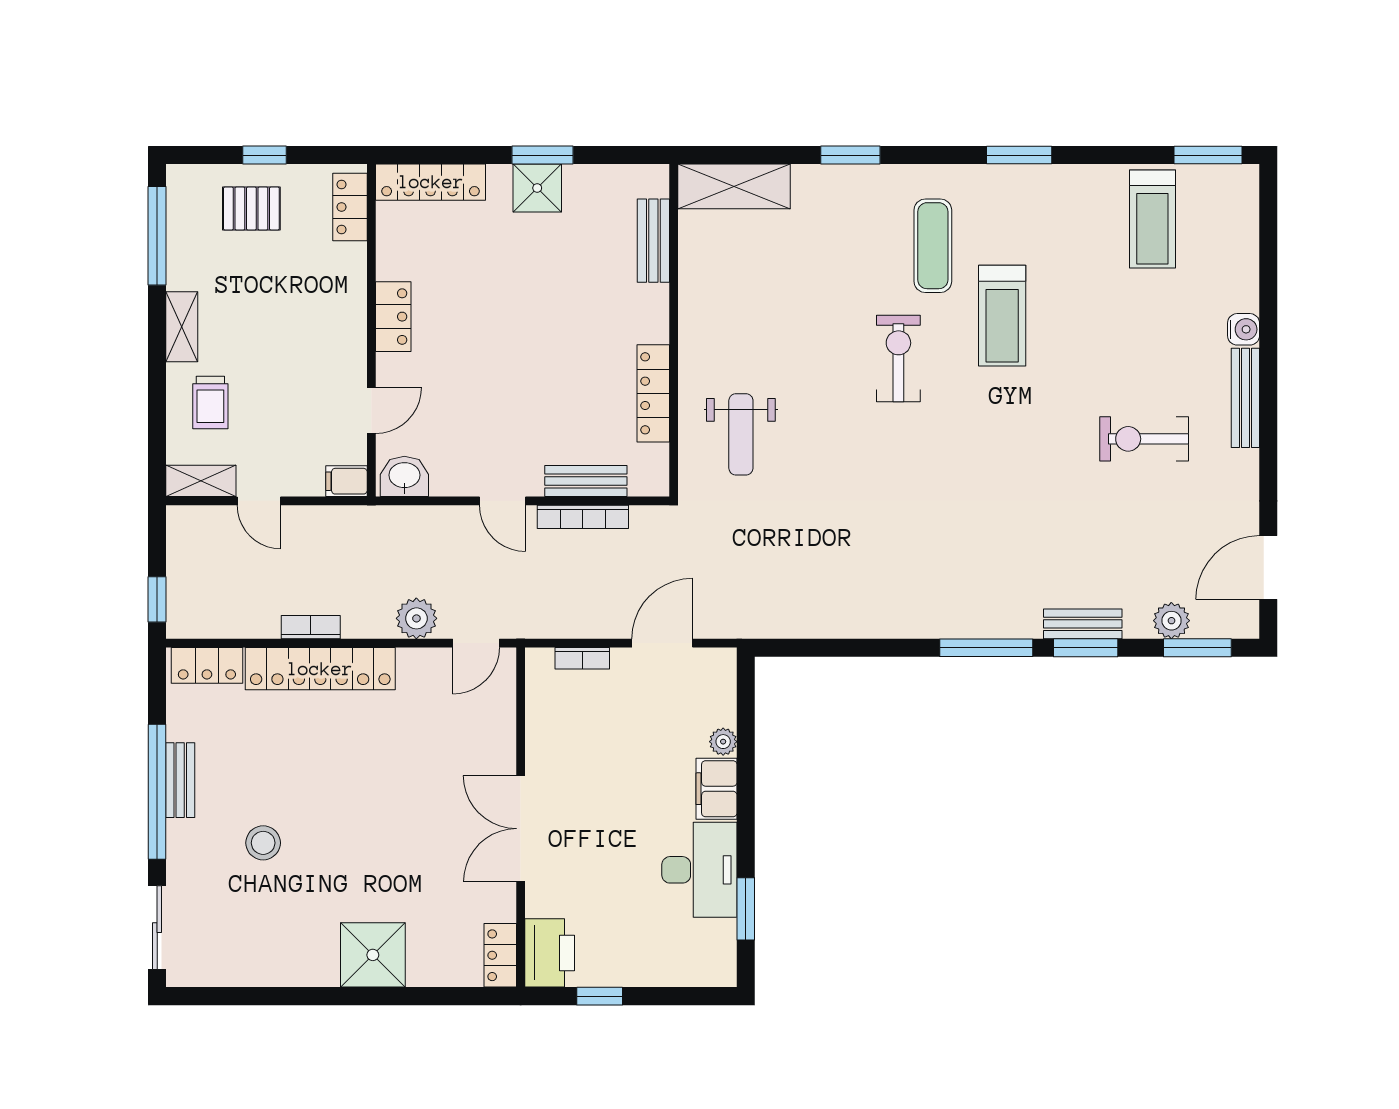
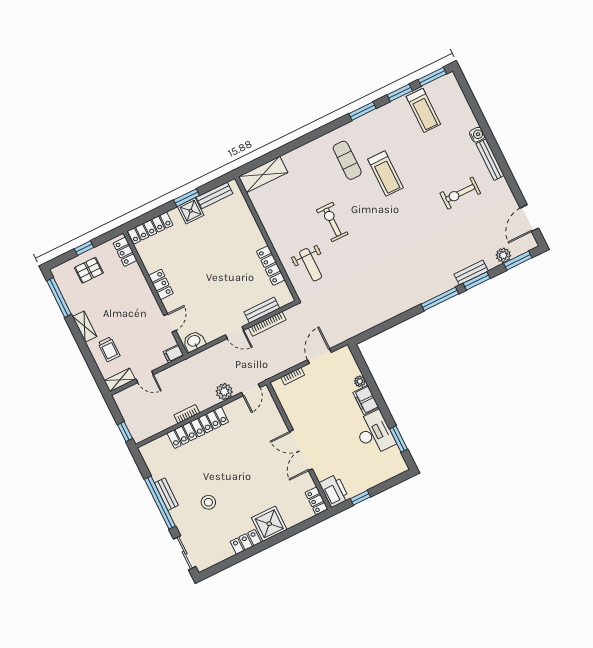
window: (850, 155) -> (400, 93), moved
bench: (653, 241) -> (214, 195), moved, turned 90
exercise bike: (898, 358) -> (332, 222), moved
locker: (207, 665) -> (246, 542), moved, turned 180

